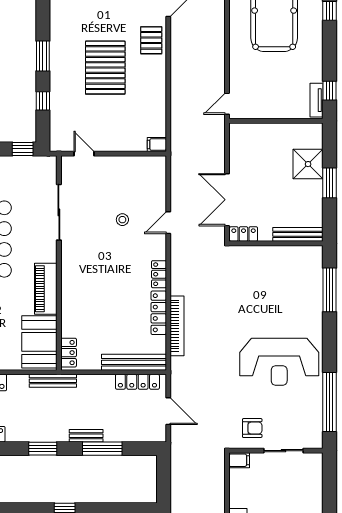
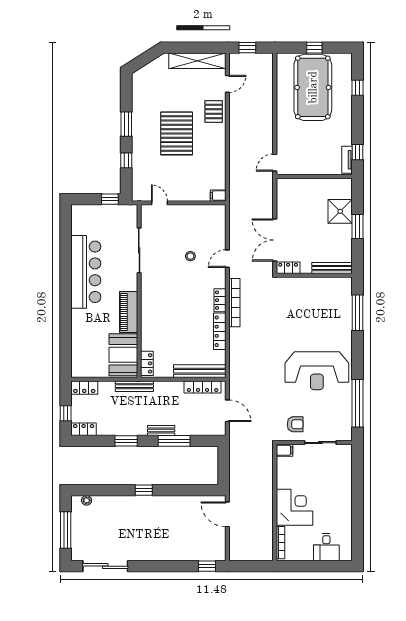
bookcase: (177, 326) -> (234, 303), moved

